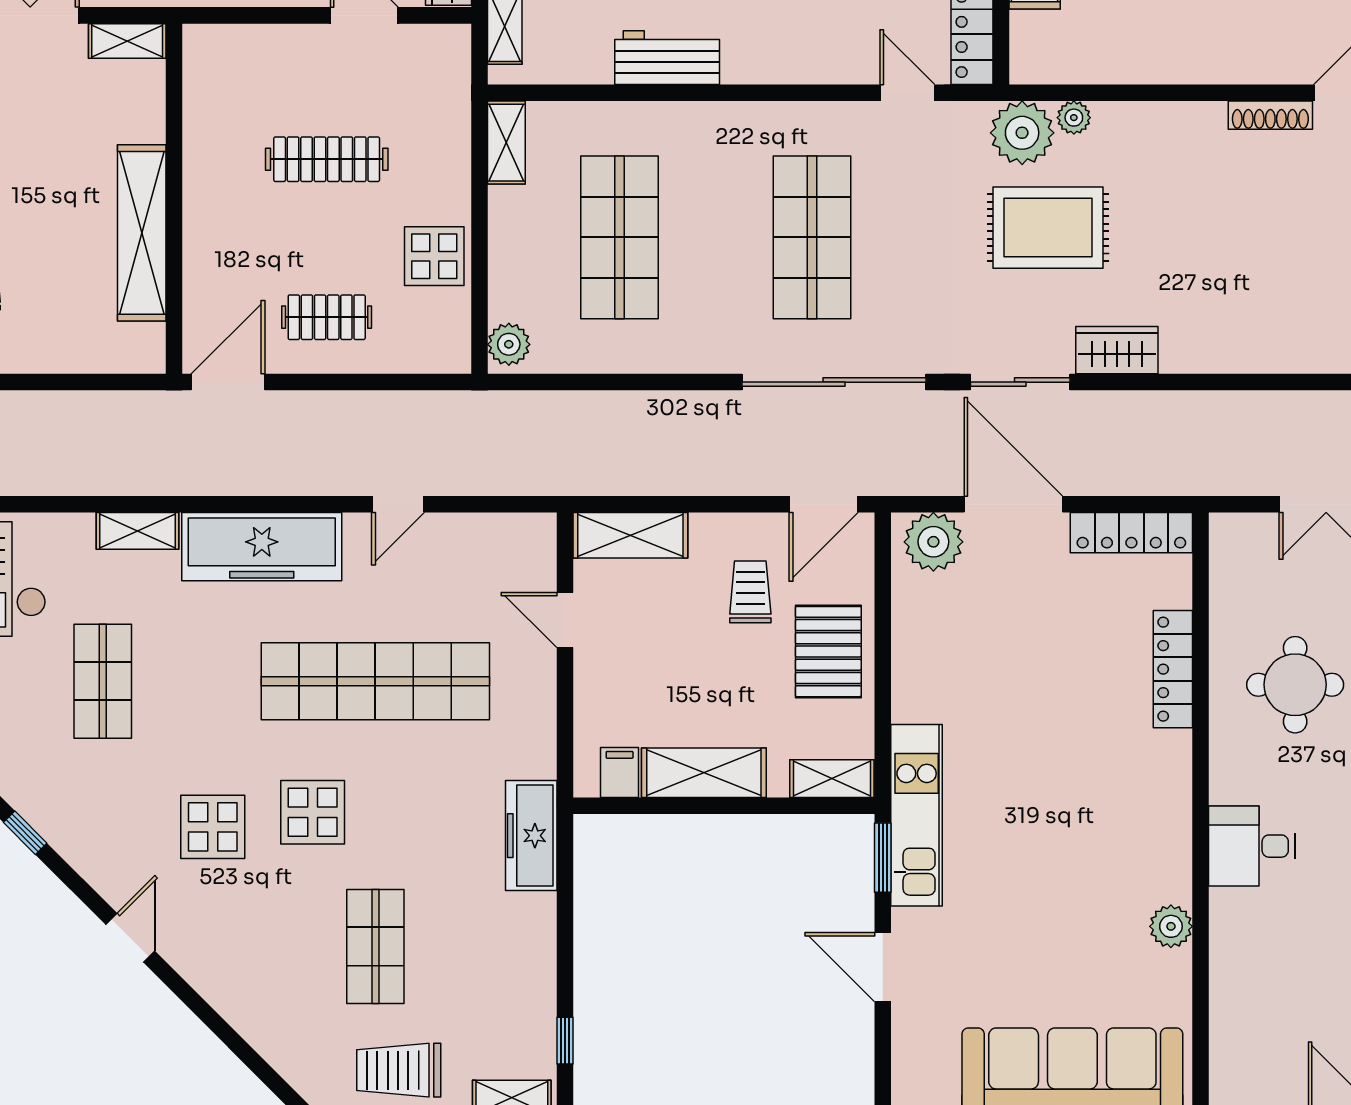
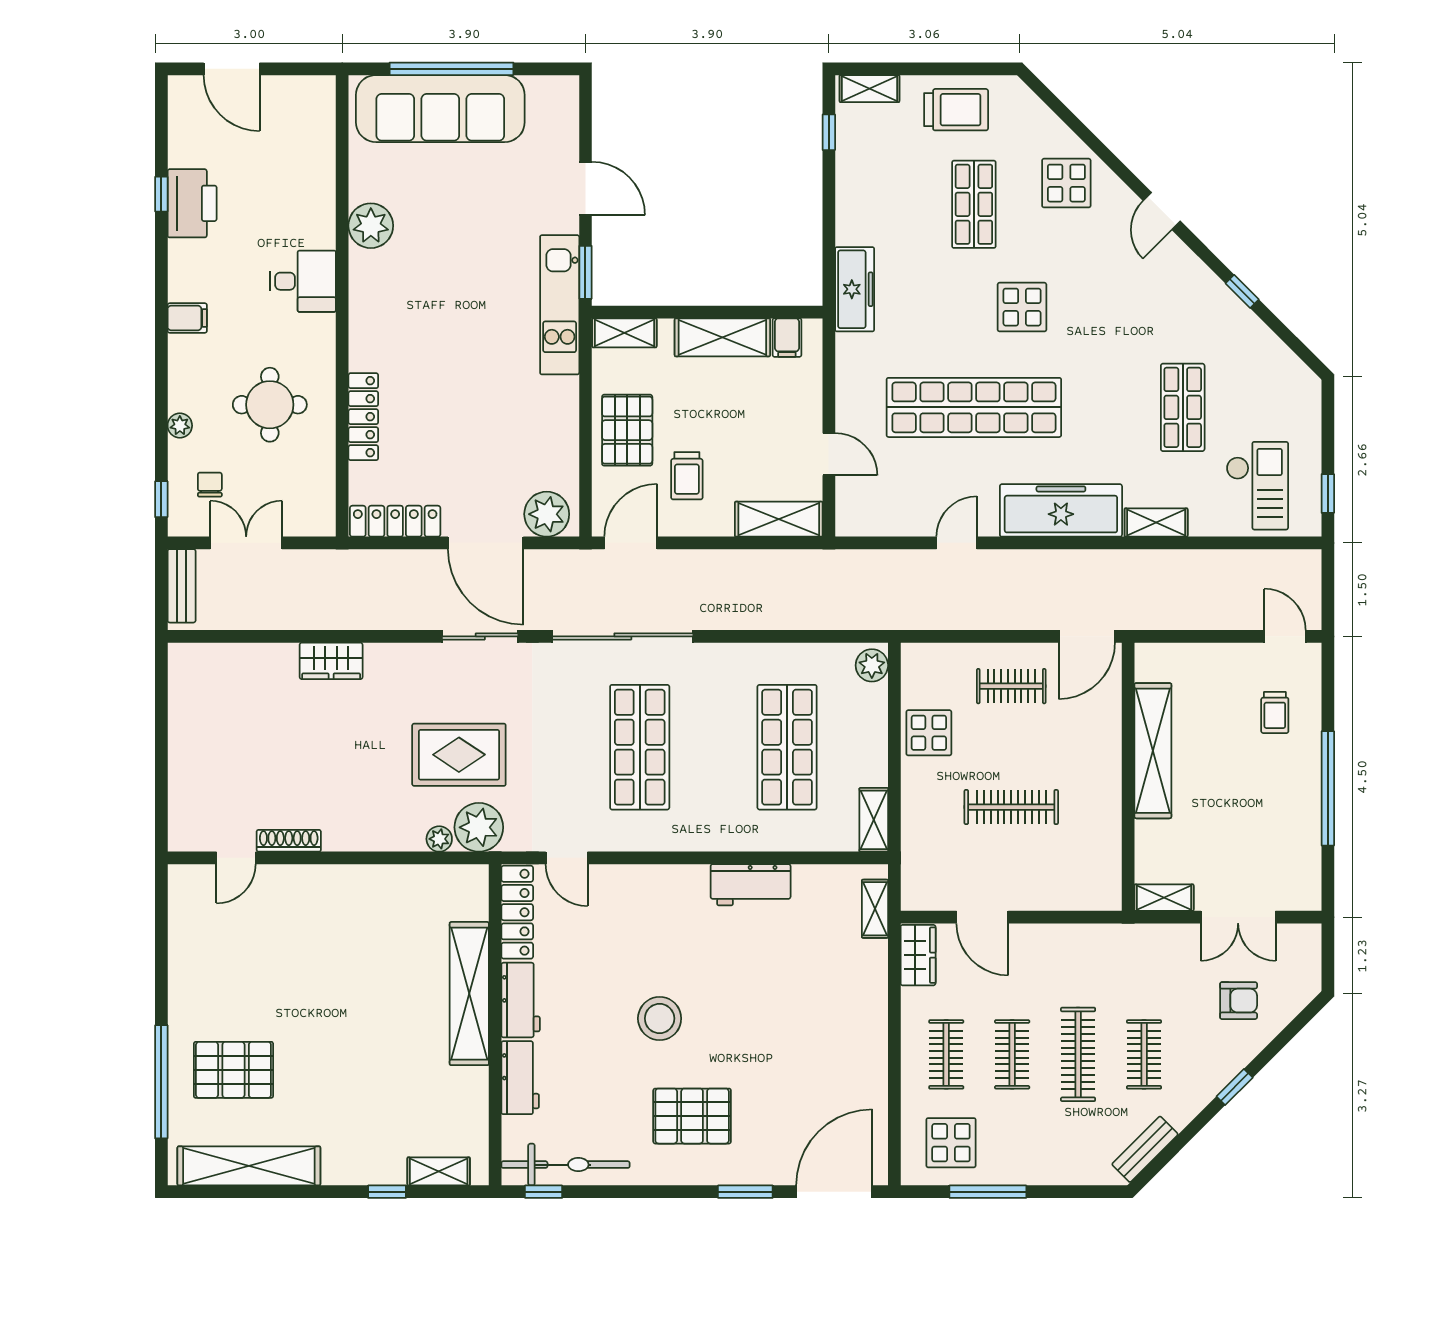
wardrobe: (1117, 350) -> (331, 661), moved
display table: (213, 827) -> (1066, 183), moved
plant: (1171, 926) -> (371, 226), width x1.36, depth x1.36

